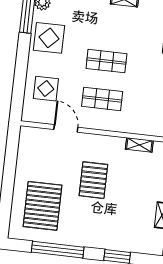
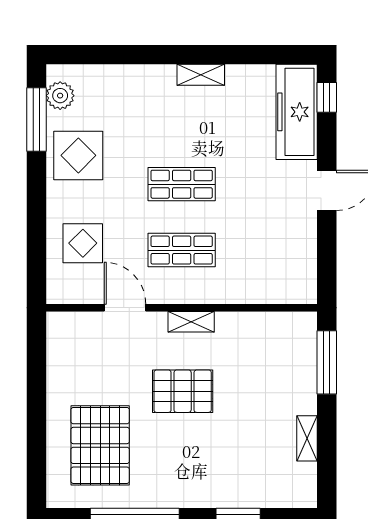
shelving: (139, 145) -> (191, 322), moved
pallet: (93, 180) -> (183, 391), turned 90

